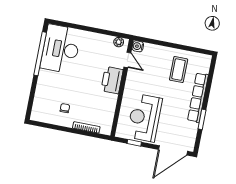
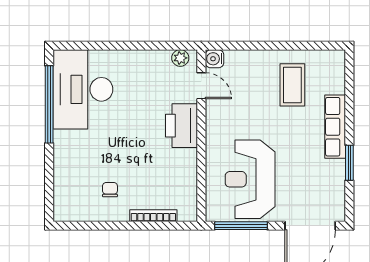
row of seats: (198, 98) -> (335, 127), width x0.73
window: (134, 143) -> (241, 226), width x2.17

